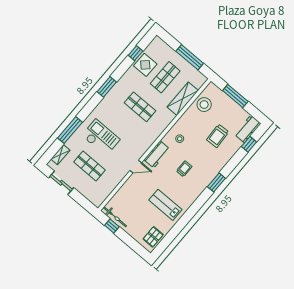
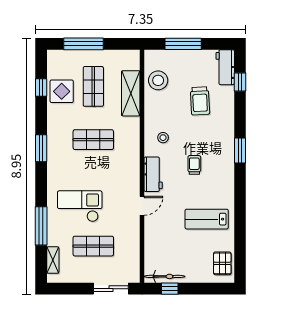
window: (190, 57) -> (83, 44), moved
sliding door: (61, 183) -> (111, 289), moved

